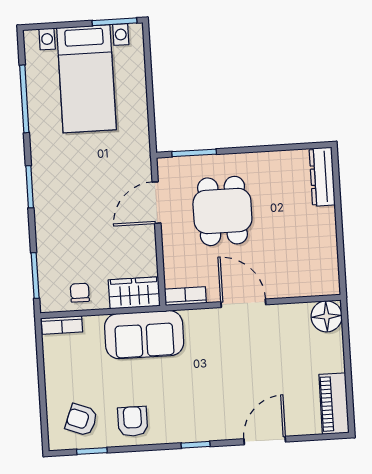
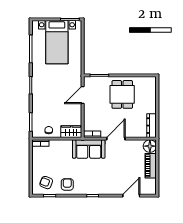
dresser: (322, 177) -> (152, 126), moved
dining table: (222, 211) -> (122, 94), moved
door: (243, 303) -> (116, 139), hinge flipped
sofa: (144, 335) -> (89, 149), moved
piano: (334, 404) -> (151, 166), moved
door: (265, 440) -> (131, 196), moved

